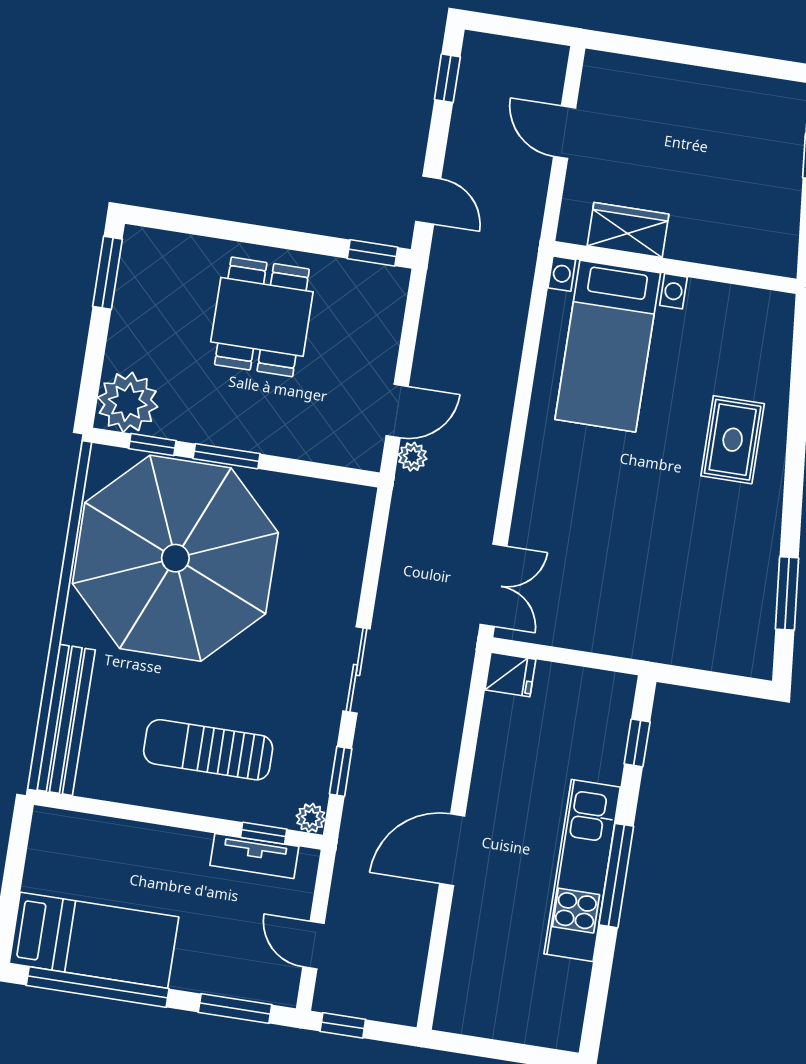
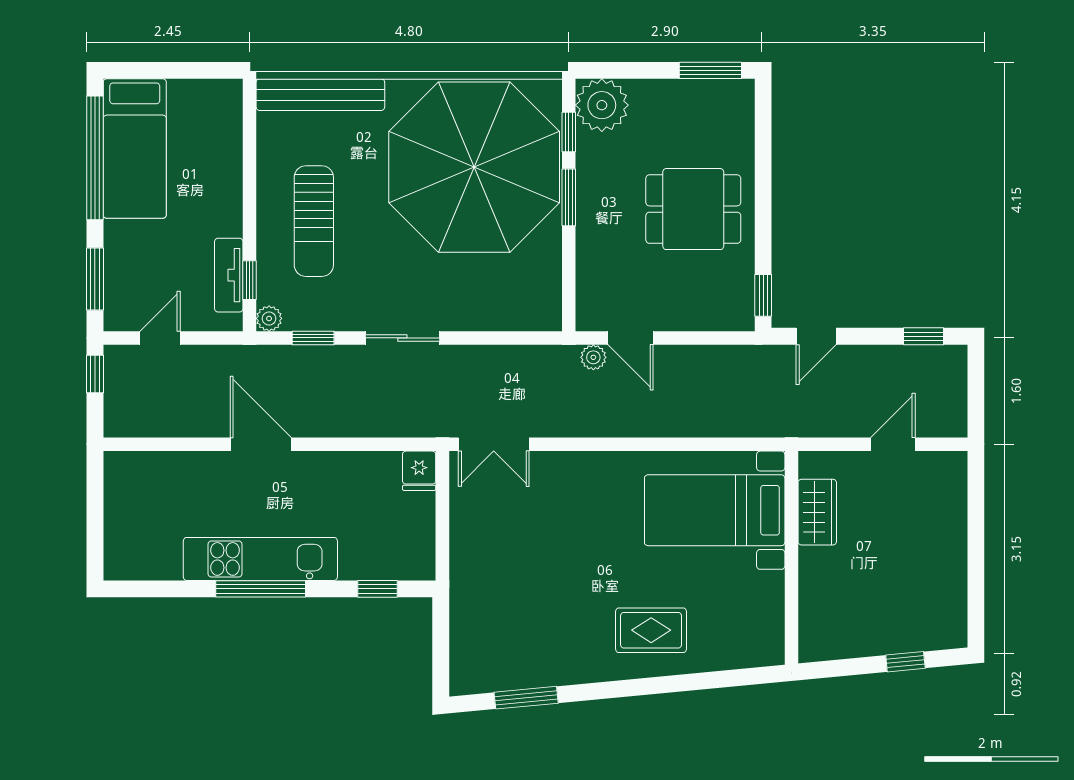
sun lounger: (208, 750) -> (314, 221), turned 180

